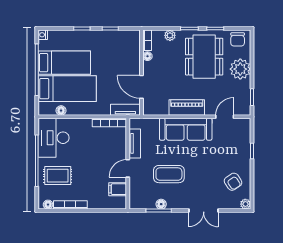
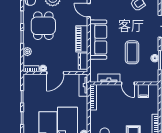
dining table: (204, 57) -> (43, 26), width x0.73
door: (142, 87) -> (55, 73), moved
dresser: (157, 109) -> (83, 61), added

